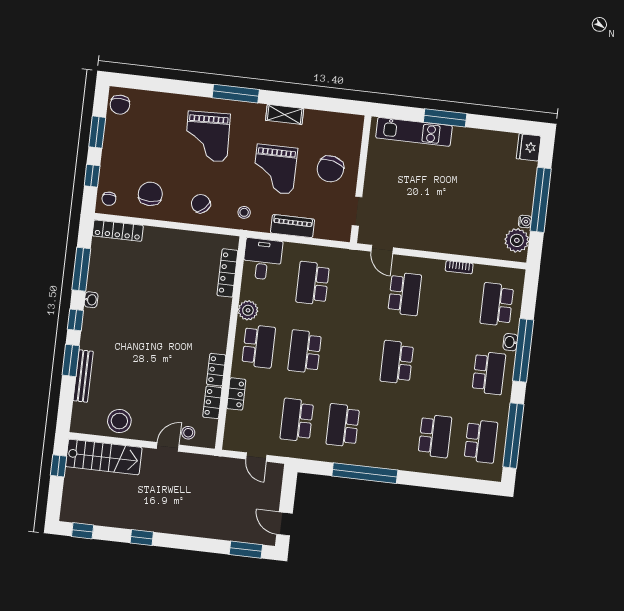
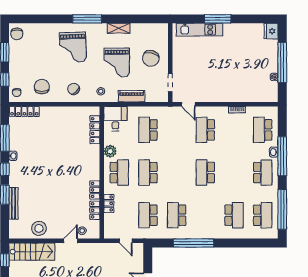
plant: (517, 240) -> (271, 89), removed
school desk: (405, 294) -> (205, 130), turned 180

